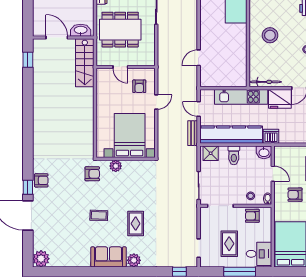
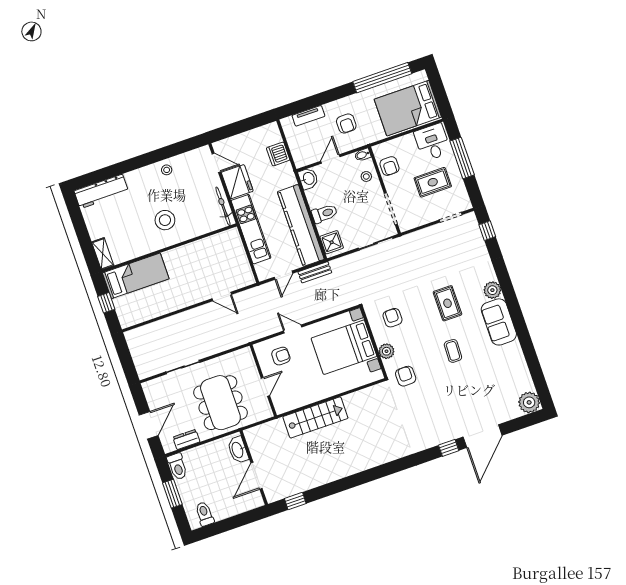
stairs: (85, 63) -> (315, 417), moved
dishwasher: (271, 136) -> (278, 154), moved
armchair: (41, 180) -> (392, 318), moved
rug: (136, 224) -> (447, 303), turned 90

